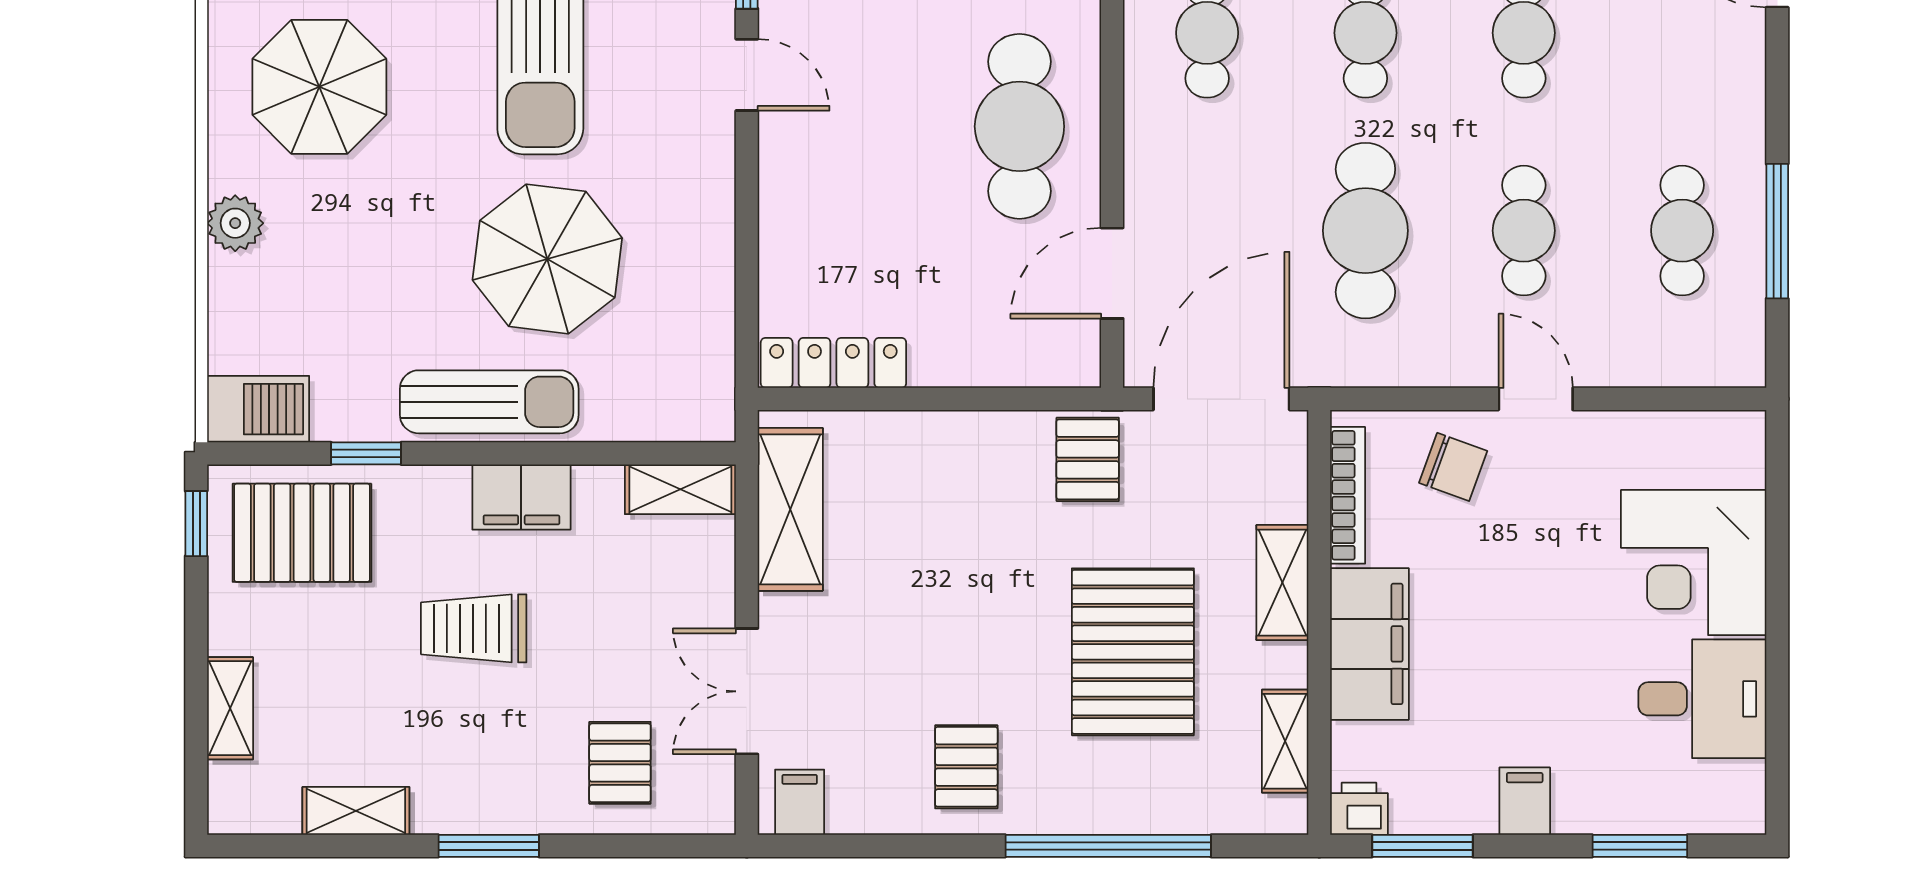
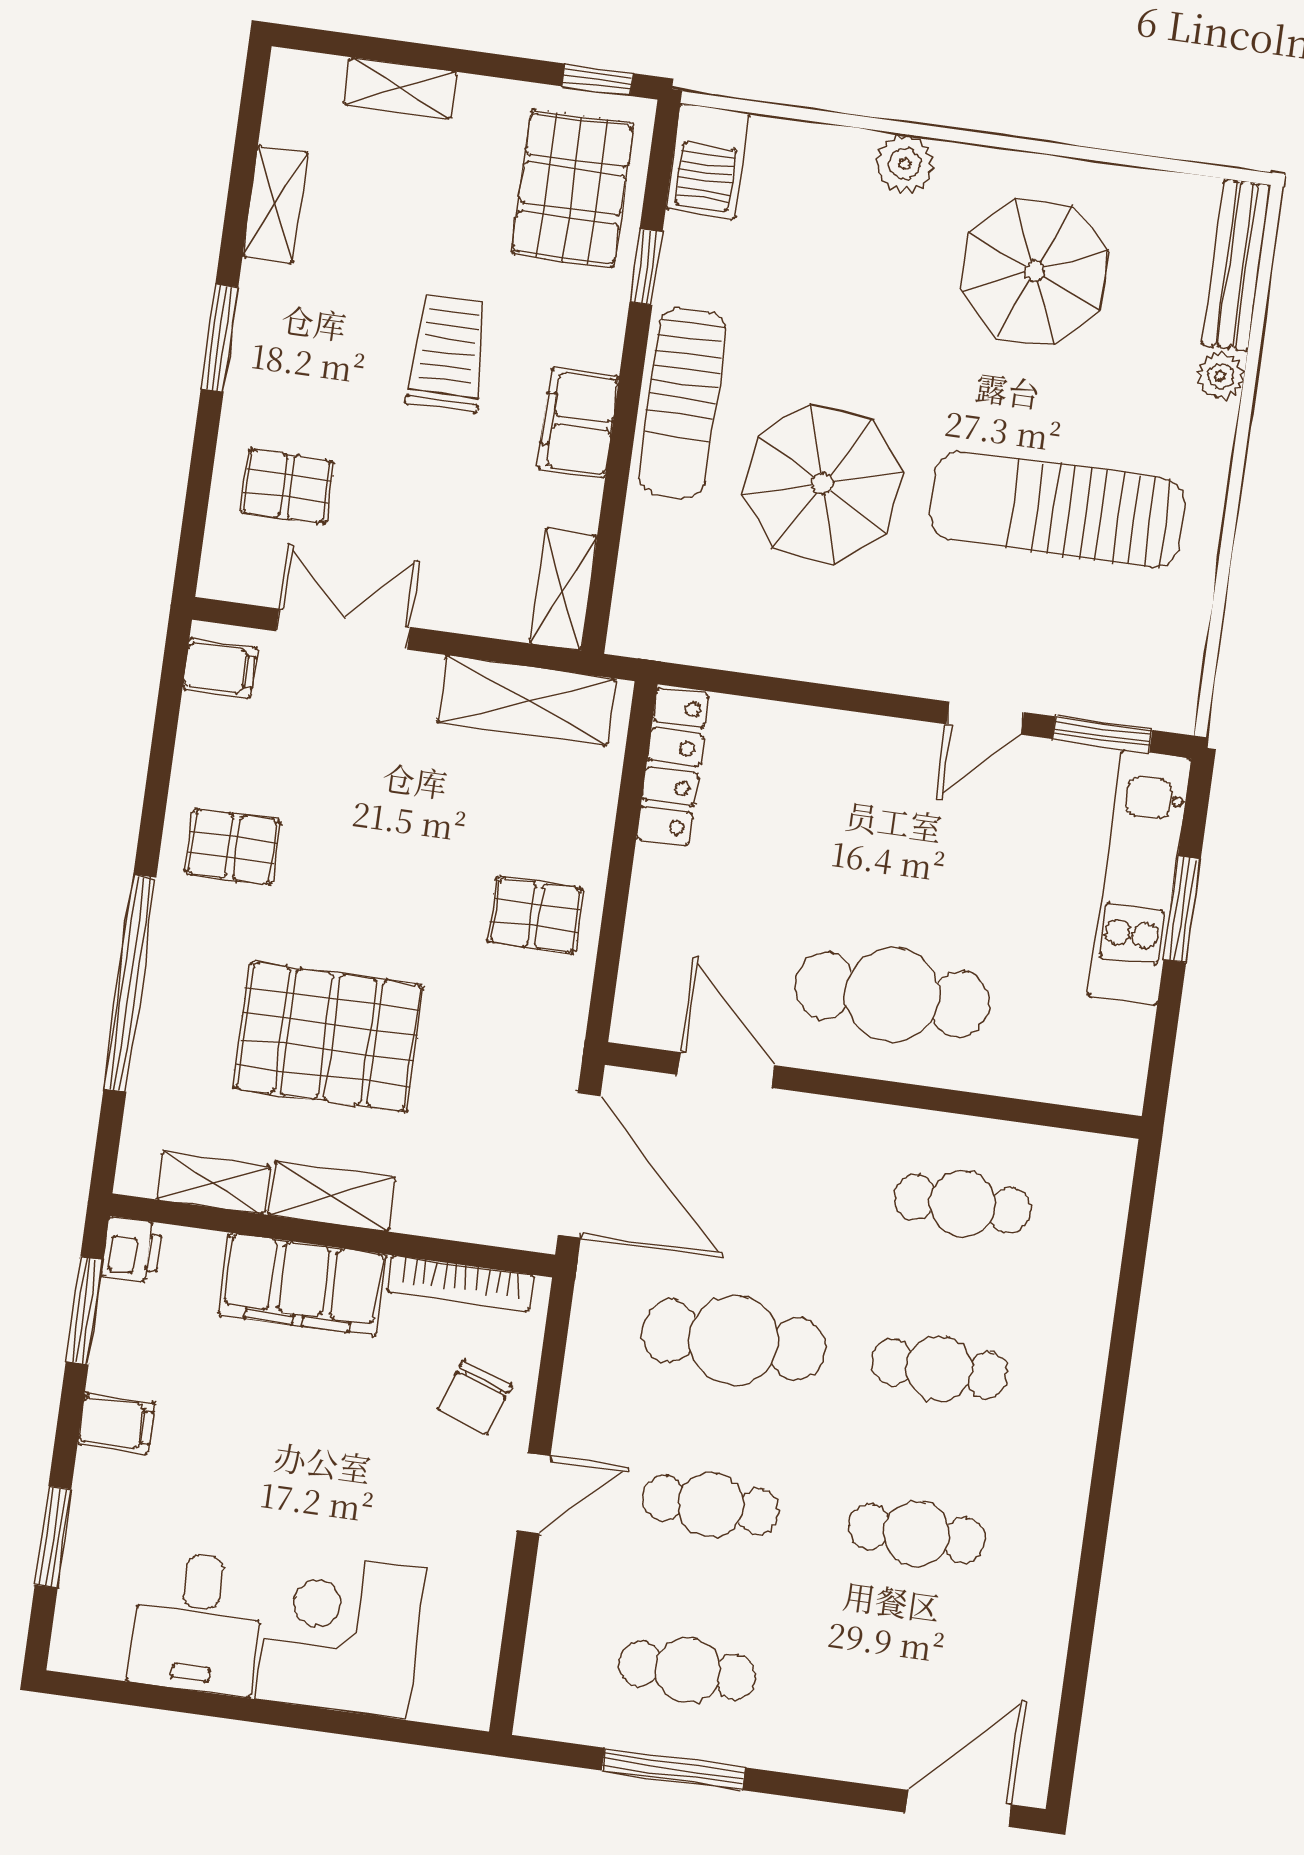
pallet: (1088, 459) -> (536, 915), moved
shelving: (1282, 583) -> (332, 1196), moved

